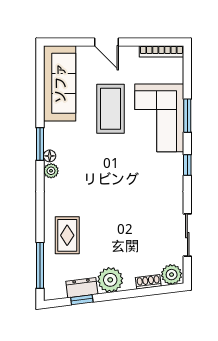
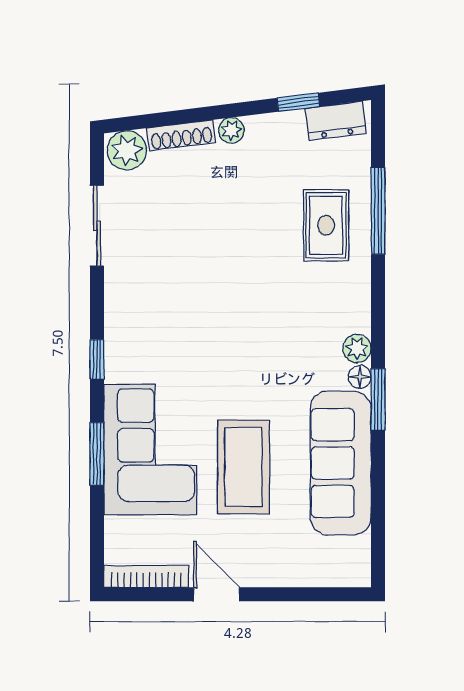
door: (107, 42) -> (217, 594), moved
sofa: (60, 83) -> (341, 463), moved
window: (40, 265) -> (378, 211), moved
plant: (110, 280) -> (231, 130), width x0.53, depth x0.53
shoe rack: (148, 282) -> (181, 135), width x1.43
dresser: (82, 288) -> (336, 121), moved

